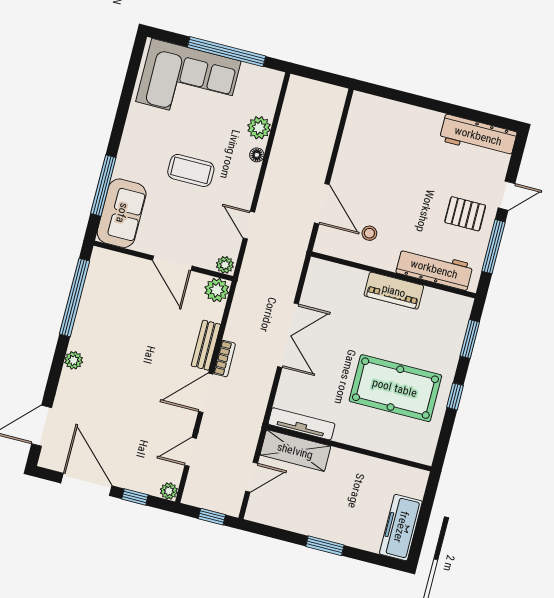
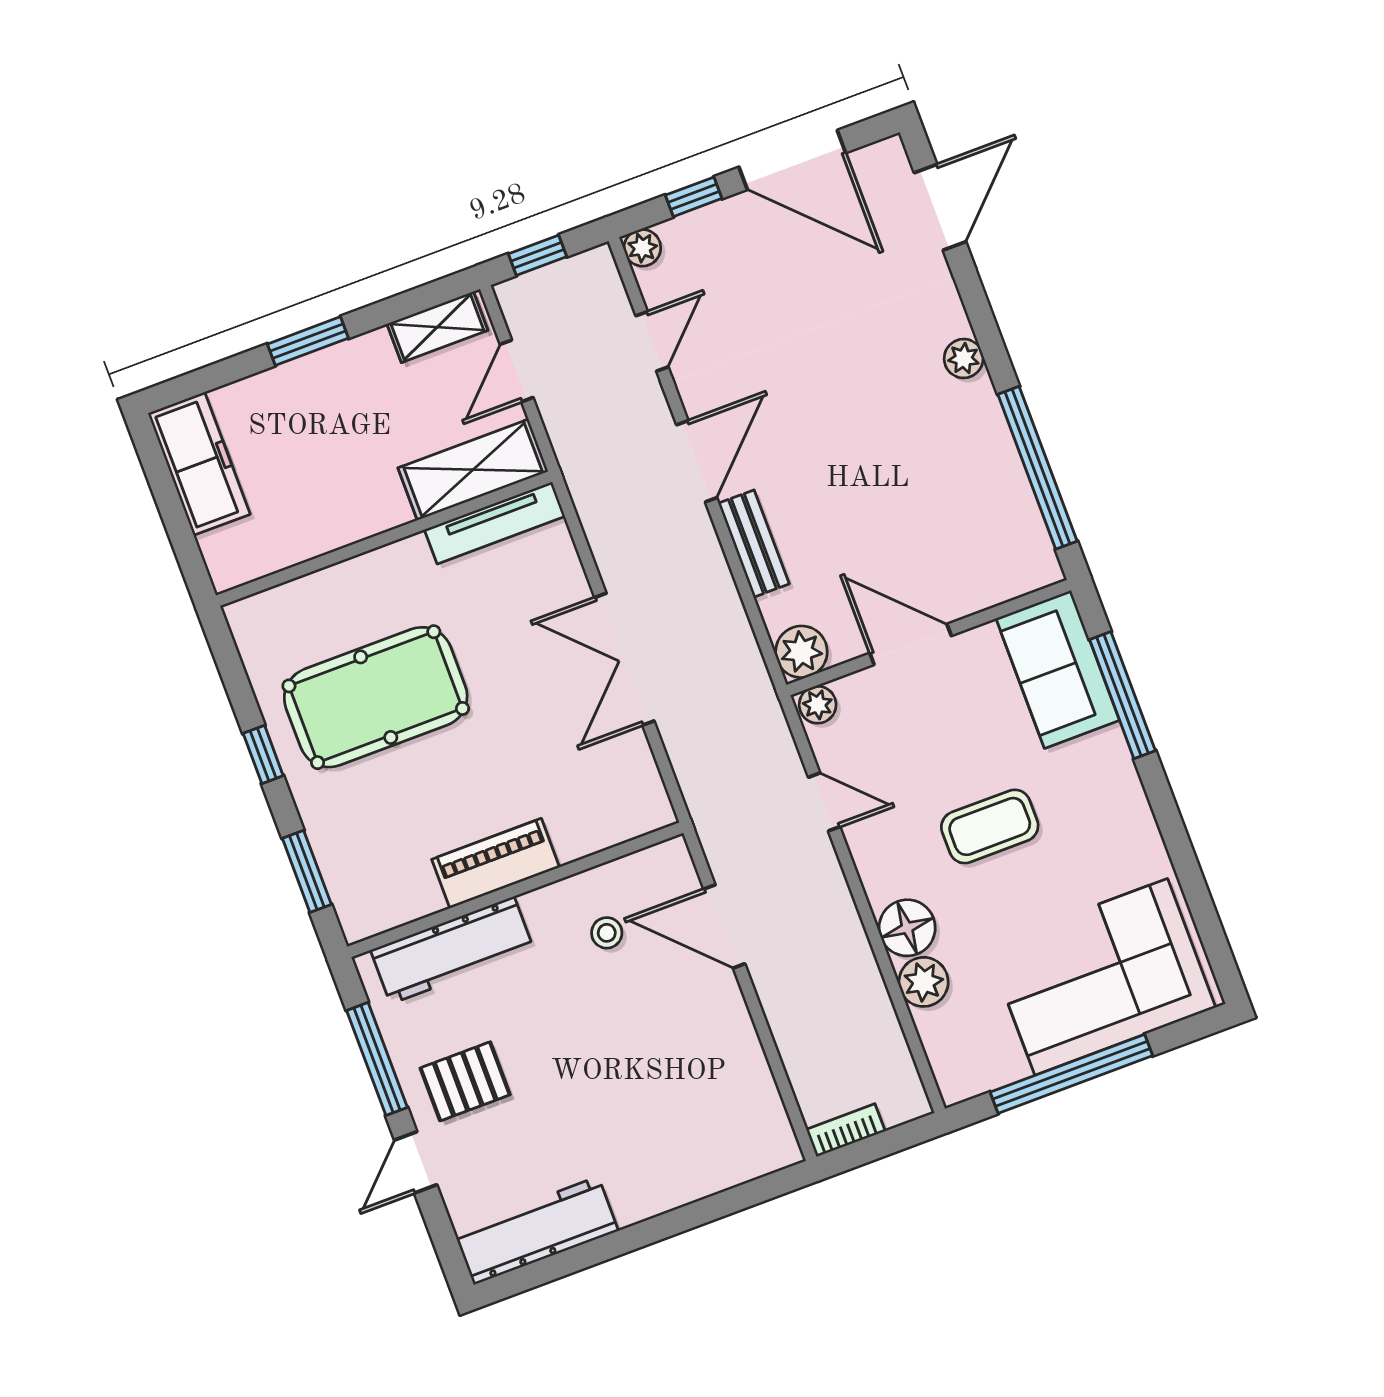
floor lamp: (257, 155) -> (907, 928), width x1.89, depth x1.89
bookcase: (225, 359) -> (846, 1130), moved, turned 90
shelving: (271, 516) -> (437, 327), added

